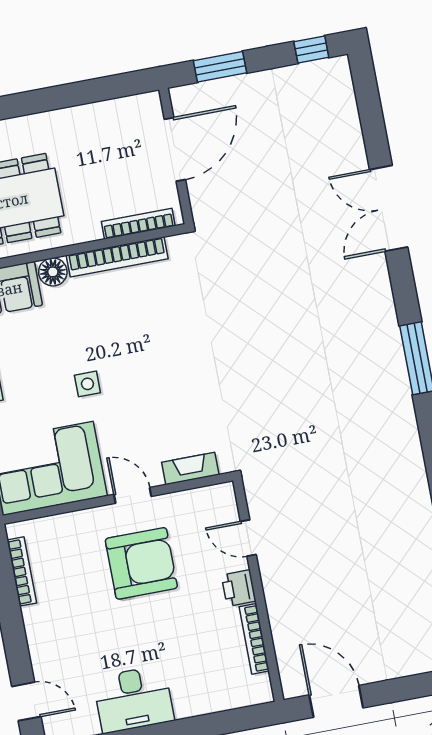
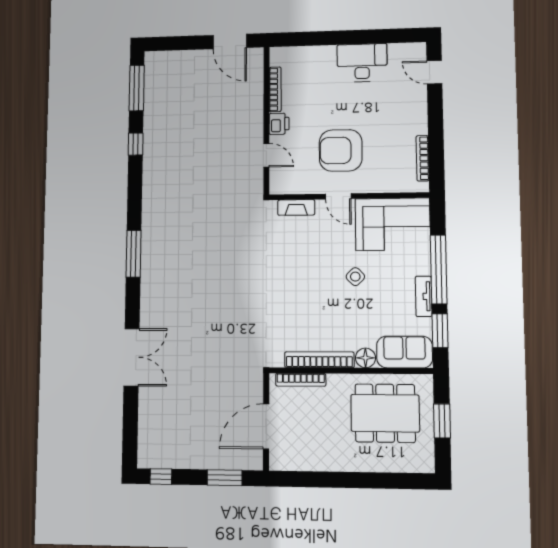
side table: (87, 384) -> (355, 277), turned 45

